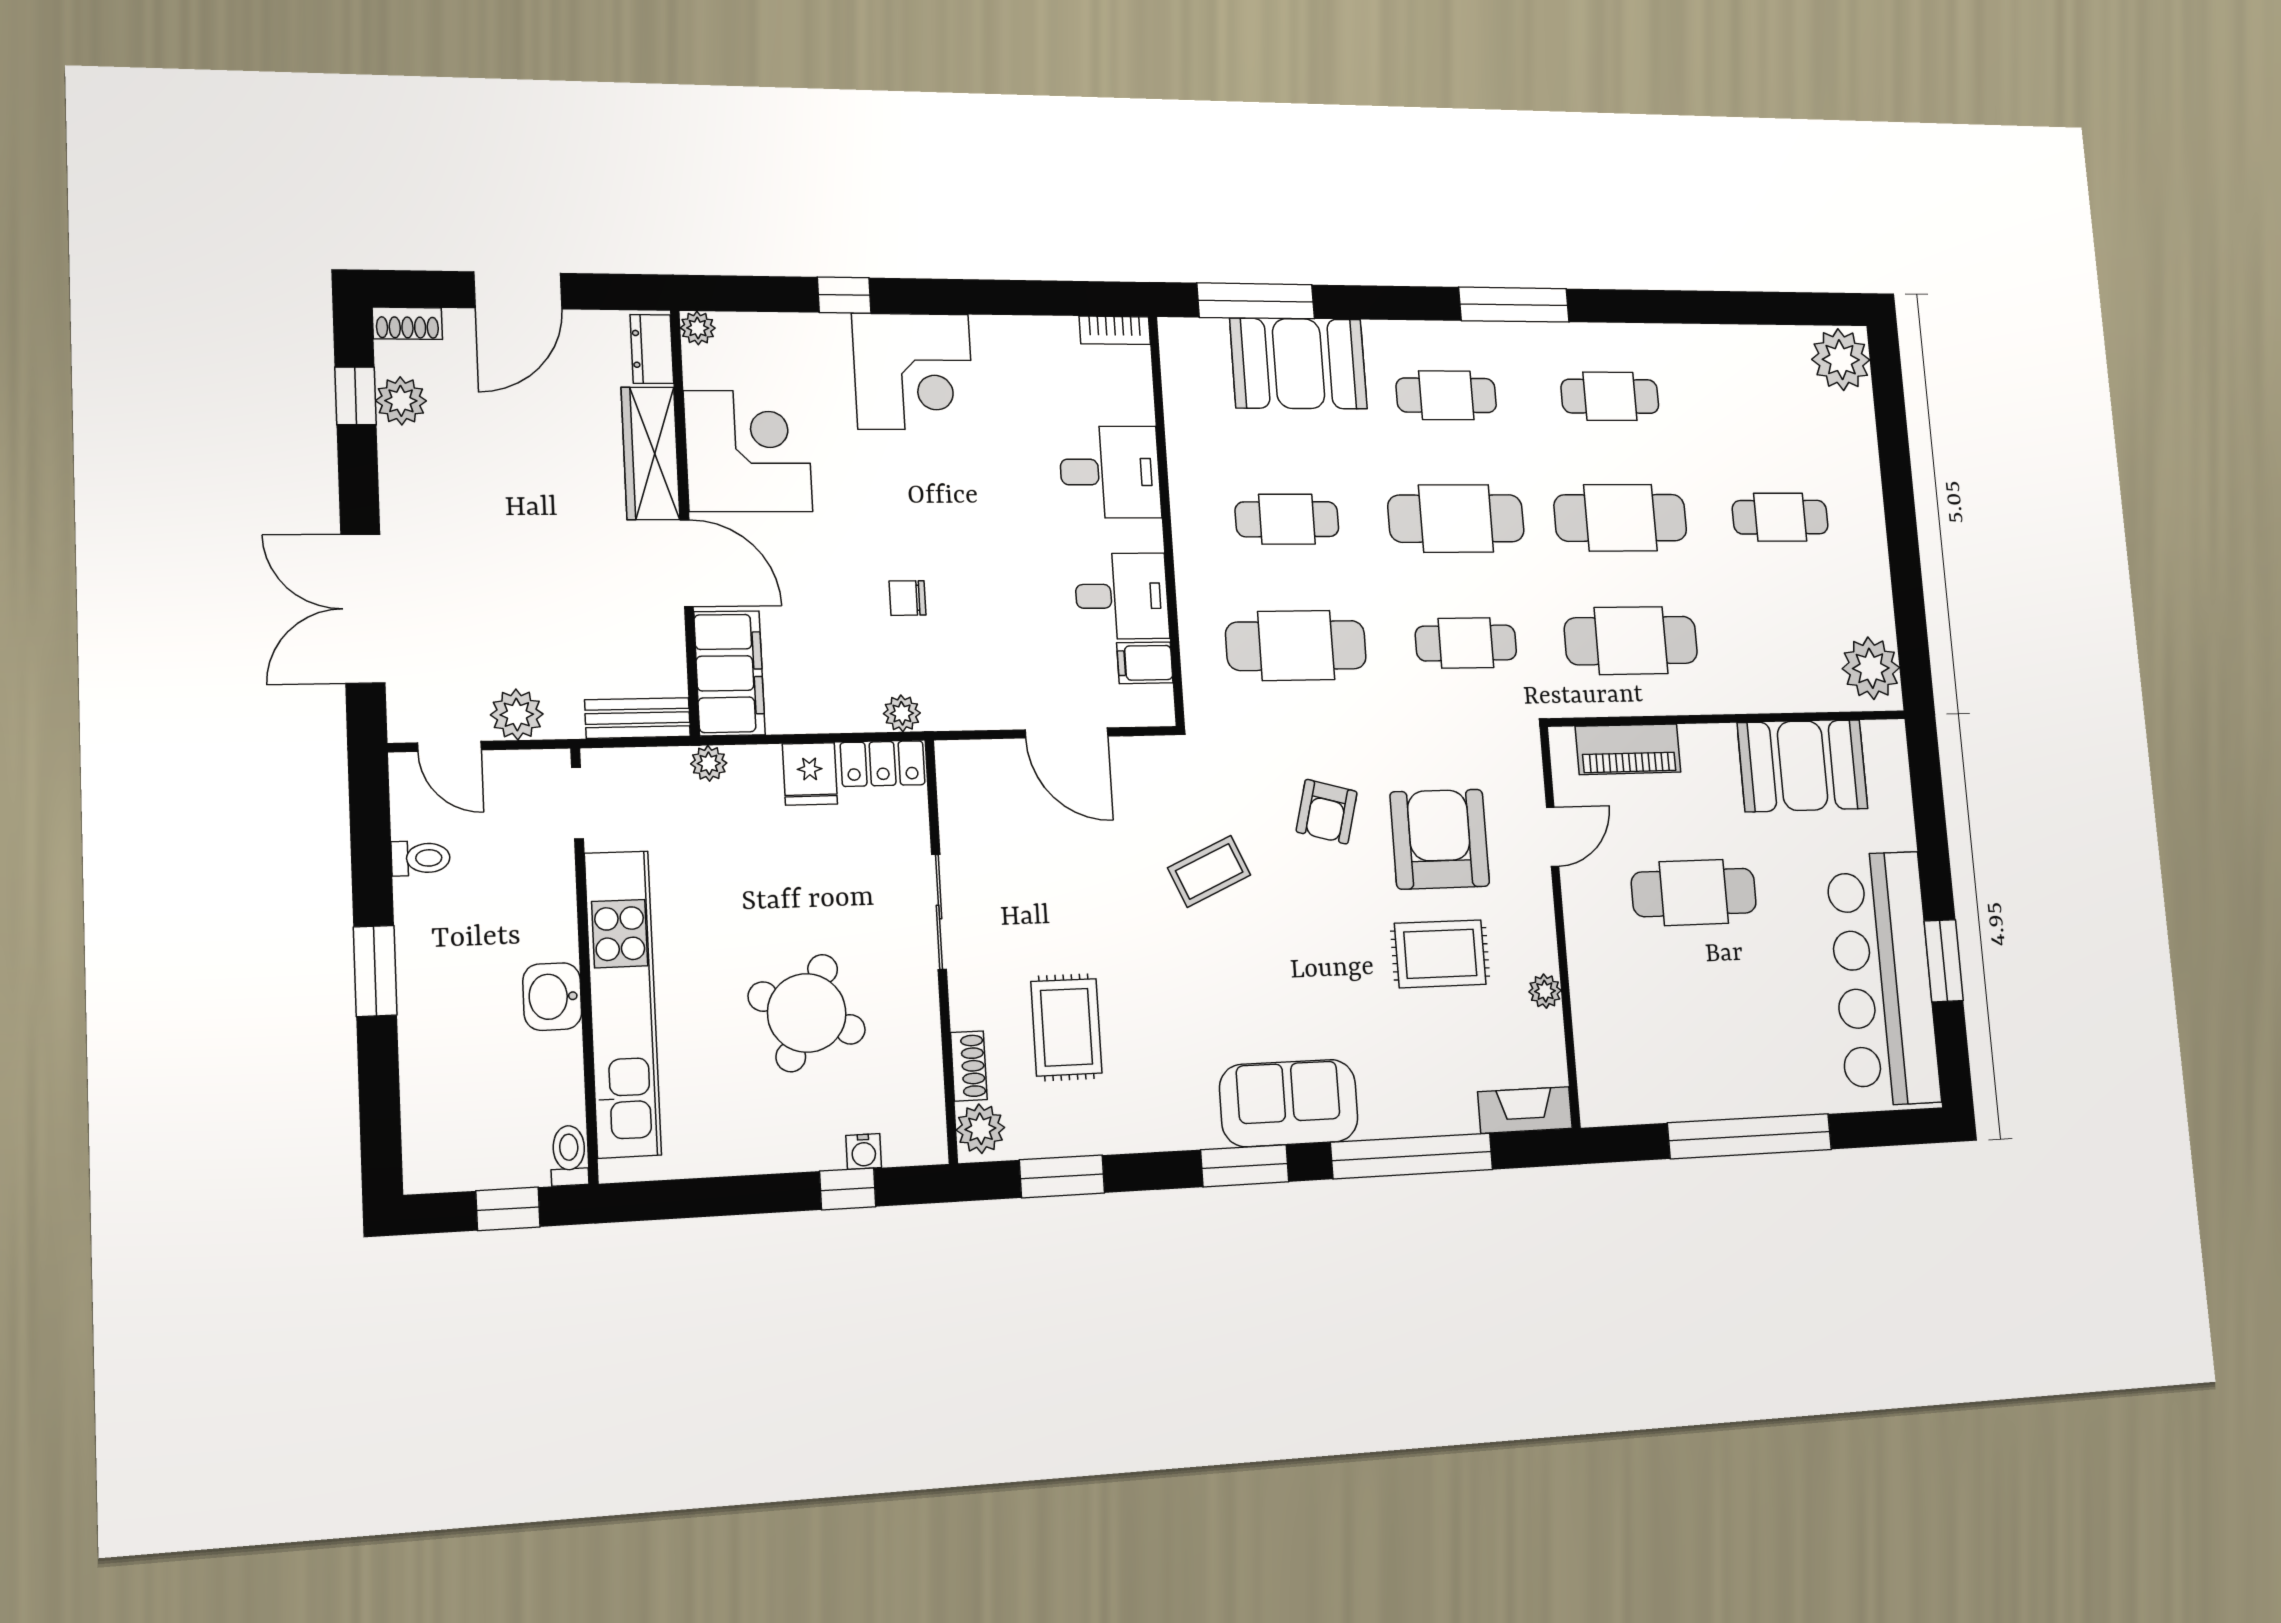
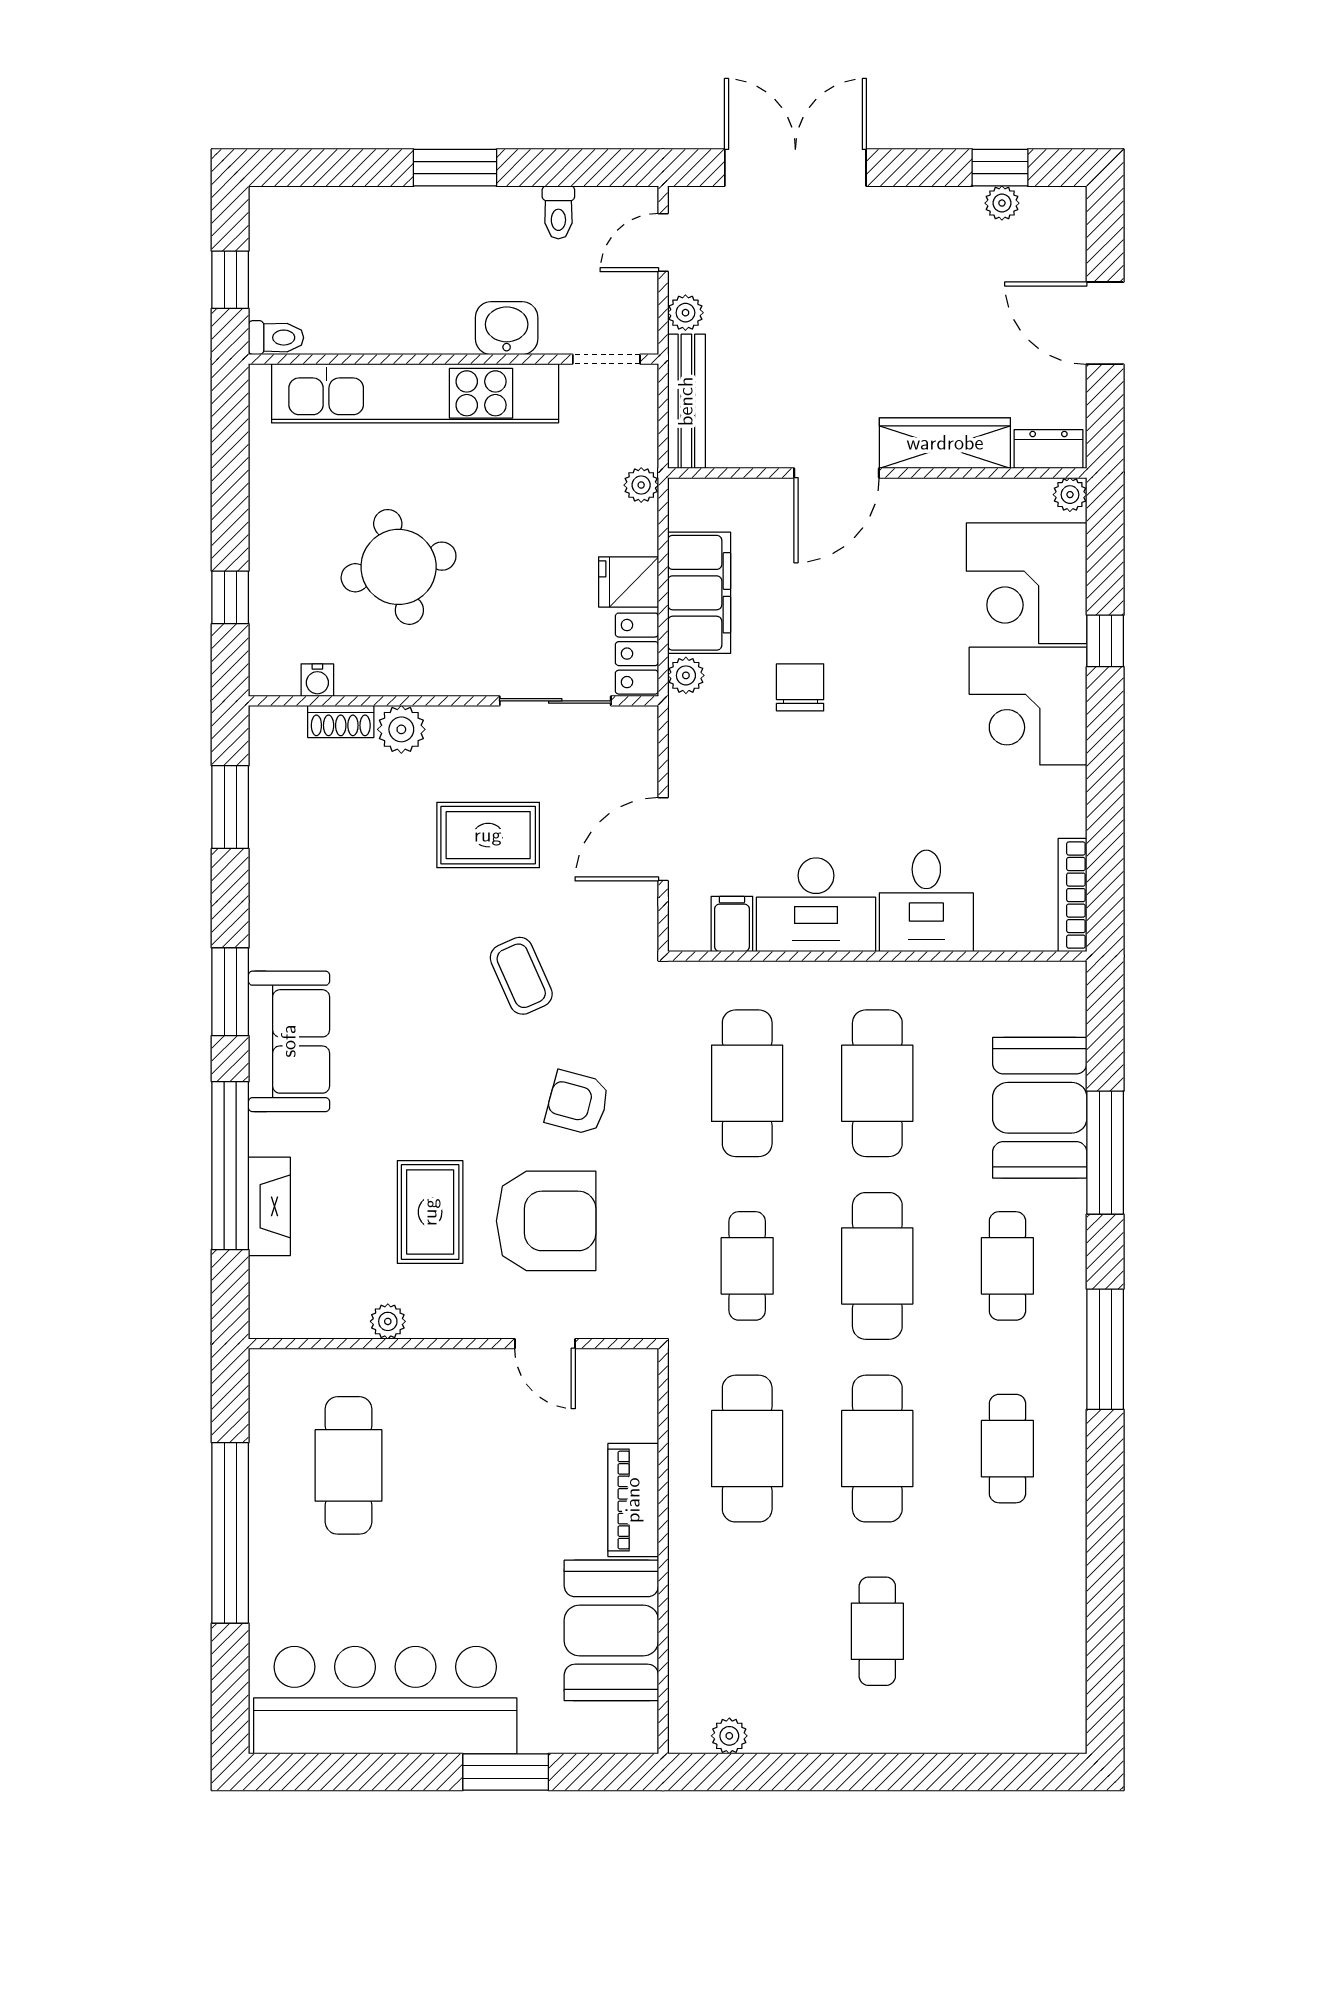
window: (1256, 301) -> (1105, 1153), moved
shoe rack: (407, 323) -> (1071, 218), removed
bookcase: (1115, 330) -> (1072, 895), width x1.56
plant: (1841, 360) -> (1050, 1719), removed
plant: (401, 401) -> (1002, 203), width x0.73, depth x0.73
corner desk: (748, 451) -> (1027, 583), moved, turned 90
cafe table: (1287, 519) -> (877, 1083), width x1.37, depth x1.35
desk: (1122, 596) -> (816, 905), width x1.37
chair: (908, 598) -> (800, 687), width x1.37, depth x1.37
plant: (1871, 668) -> (729, 1736), width x0.53, depth x0.53
filing cabinet: (729, 673) -> (699, 593), moved, turned -90
plant: (517, 714) -> (685, 313), width x0.73, depth x0.73
bench: (638, 718) -> (686, 401), width x1.36
piano: (1628, 749) -> (633, 1500), moved
cafe table: (1694, 892) -> (348, 1465), moved
sliding door: (939, 912) -> (555, 701), moved
window: (1944, 961) -> (506, 1772), moved
washbasin: (552, 997) -> (507, 328), moved
round table: (807, 1013) -> (399, 567), turned -37
rug: (1066, 1027) -> (488, 835), moved
fireplace: (1525, 1110) -> (269, 1206), moved
plant: (980, 1129) -> (401, 729), moved
water cooler: (864, 1151) -> (317, 680), moved, turned -90

